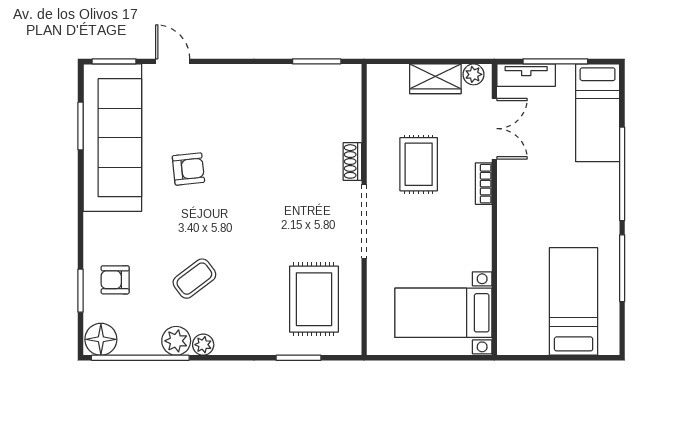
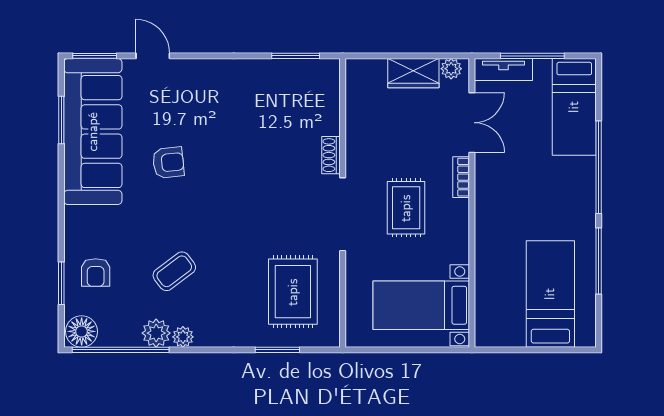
rug: (419, 164) -> (406, 208), moved
armchair: (115, 280) -> (96, 272), turned -90

